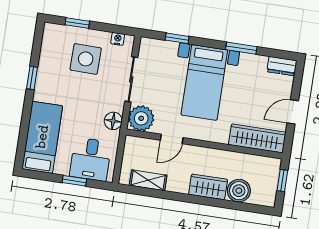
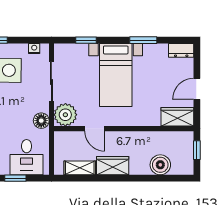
wardrobe: (257, 138) -> (177, 117), width x0.67
door: (172, 139) -> (95, 129), hinge flipped
wardrobe: (208, 187) -> (113, 166), moved

